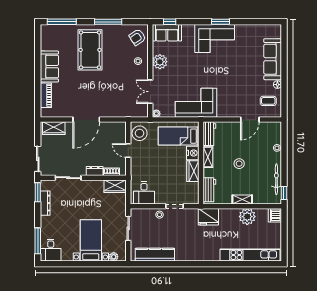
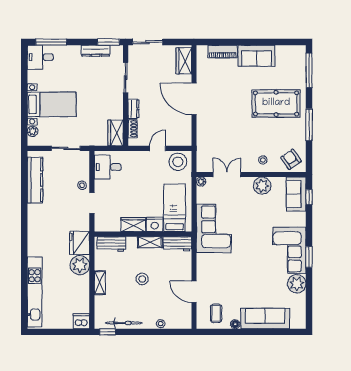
plant: (243, 32) -> (297, 284), added
plant: (247, 217) -> (80, 265), moved

